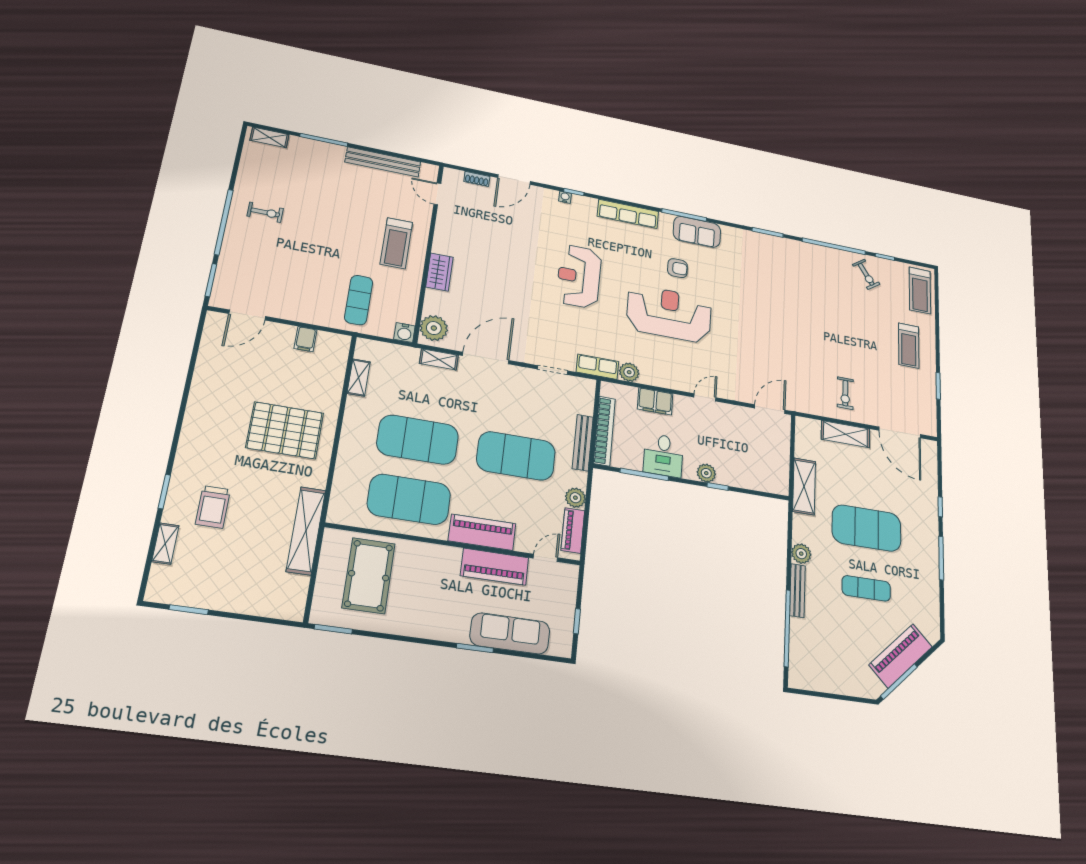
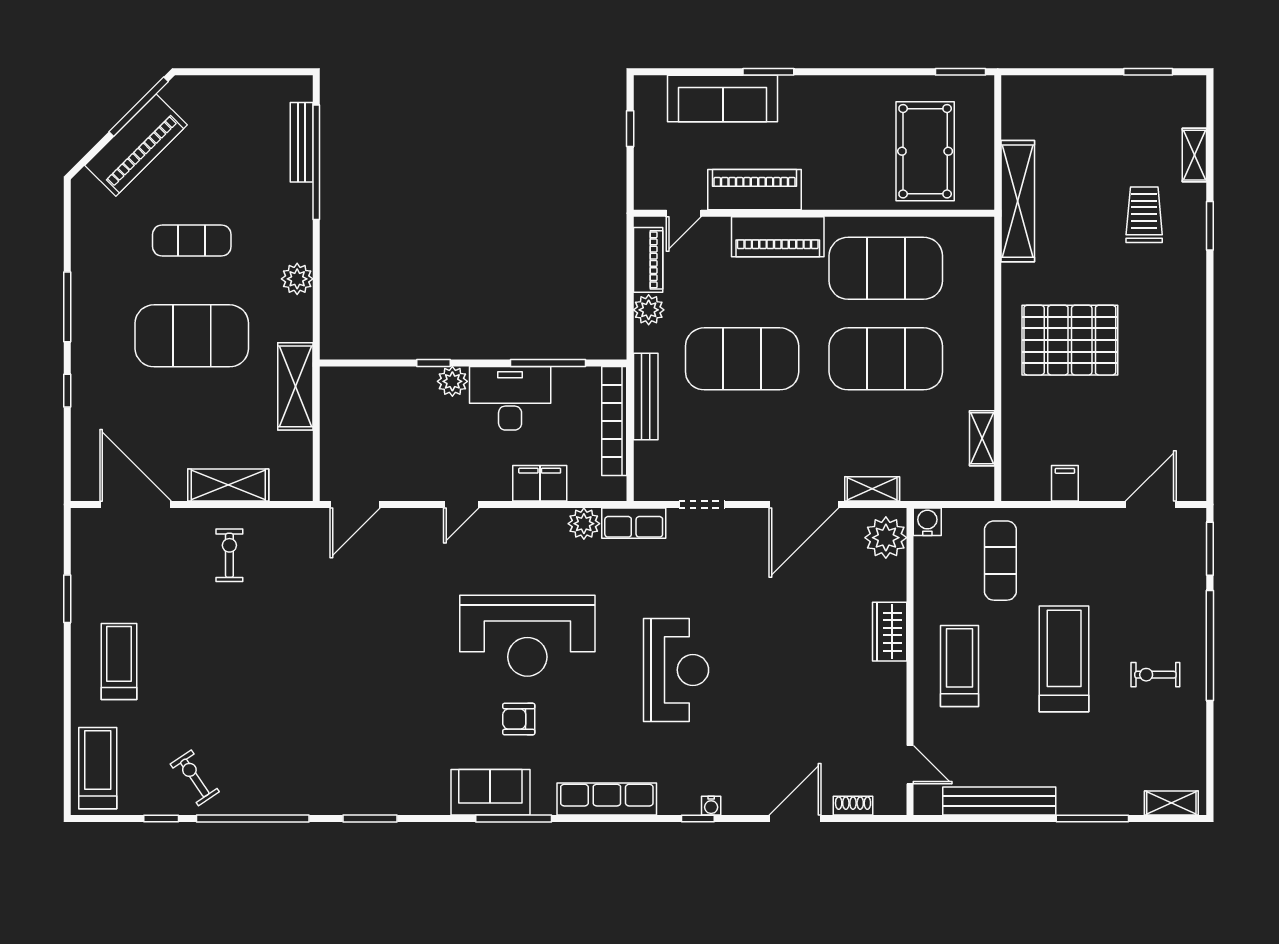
treadmill: (326, 234) -> (1064, 659), added
desk: (663, 455) -> (510, 398), width x1.37
bench: (797, 591) -> (302, 142), moved

